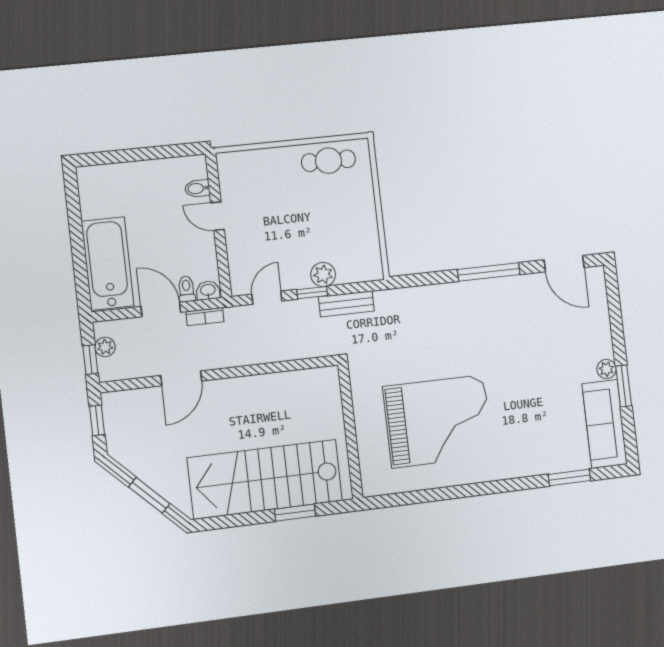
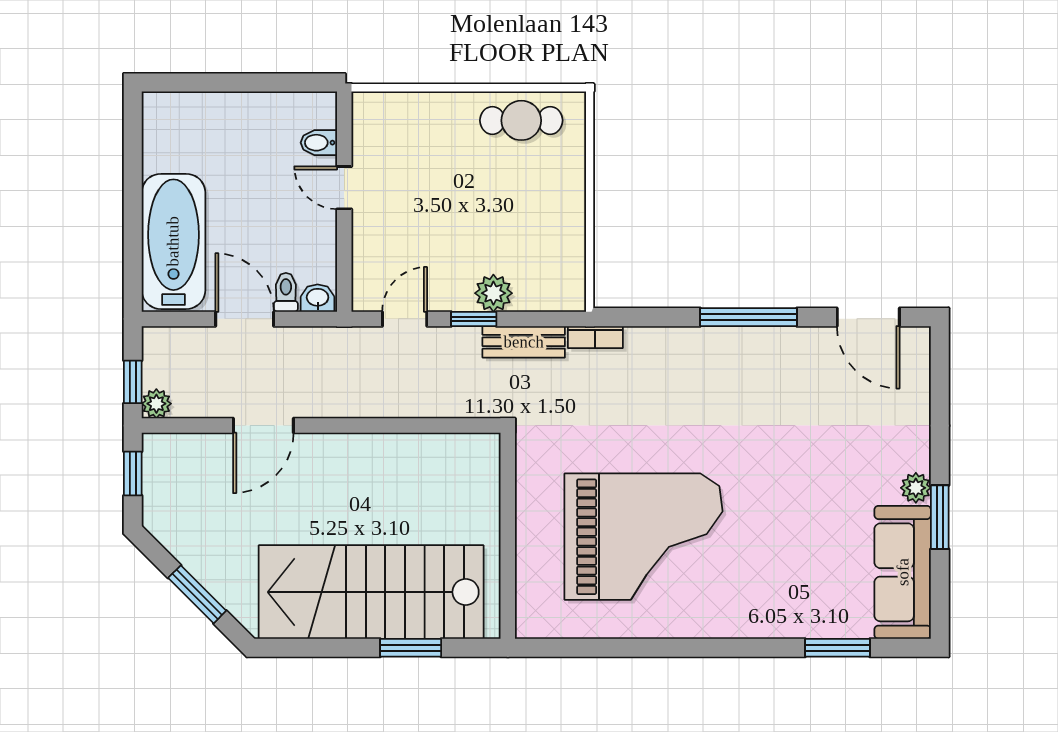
bookcase: (205, 317) -> (595, 337), moved
plant: (105, 347) -> (156, 404), moved

